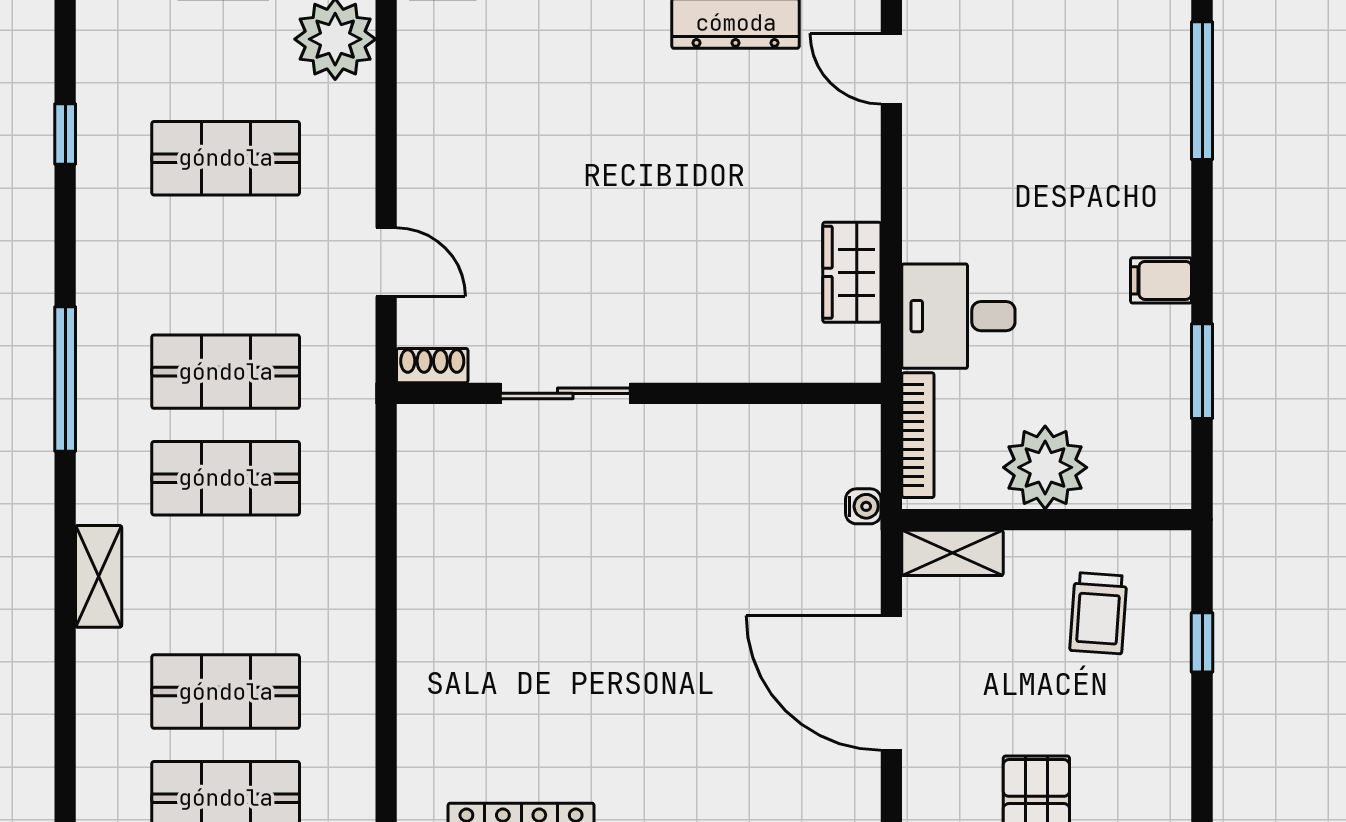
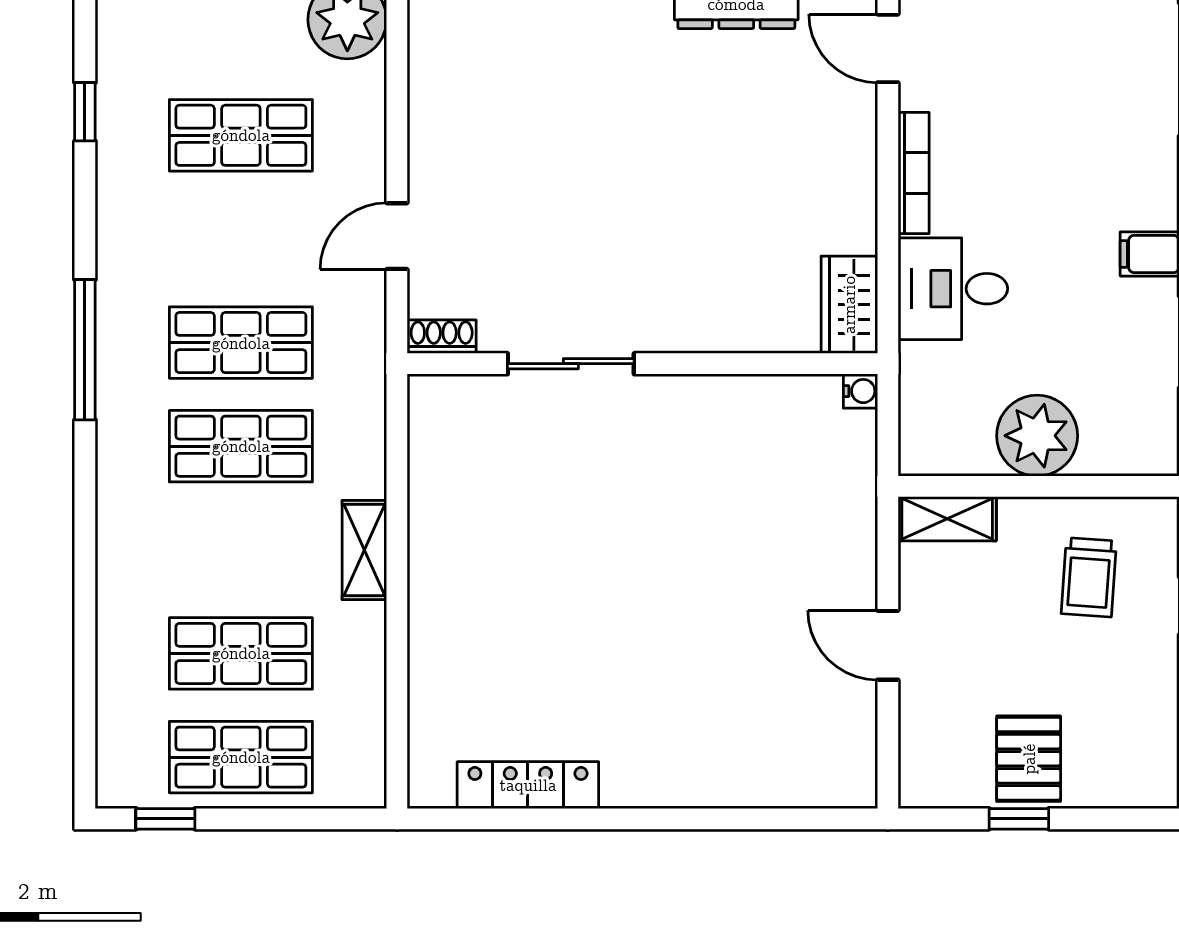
door: (386, 262) -> (397, 236), swing flipped
wardrobe: (852, 272) -> (849, 305), moved
bookcase: (918, 435) -> (914, 173), moved
water cooler: (863, 506) -> (860, 391), moved
shelving: (99, 576) -> (364, 550), moved
door: (891, 683) -> (888, 645), width x0.53

